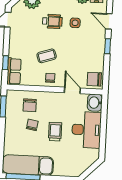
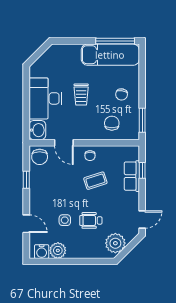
window: (108, 46) -> (26, 180), moved
row of seats: (14, 71) -> (132, 176), moved
chair: (94, 79) -> (40, 157), turned 90
chair: (32, 125) -> (122, 94), moved

